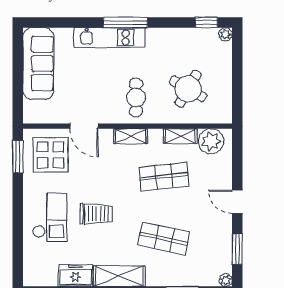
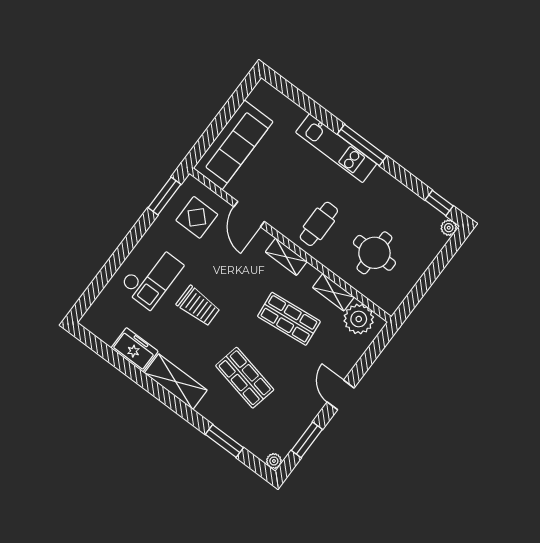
sofa: (38, 64) -> (233, 145), moved
round table: (188, 89) -> (374, 253), turned -30
display table: (50, 155) -> (197, 217), width x0.73, depth x0.73

